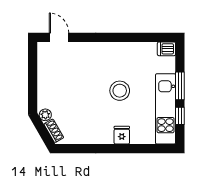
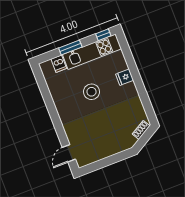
dishwasher: (166, 49) -> (59, 64), moved
plant: (45, 115) -> (132, 141), removed
window: (180, 116) -> (103, 35), moved

